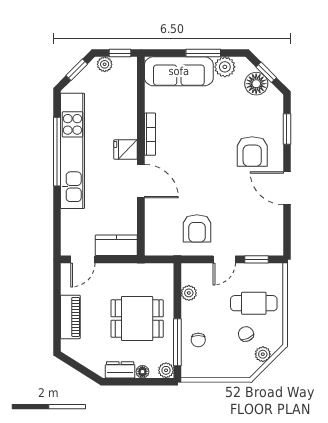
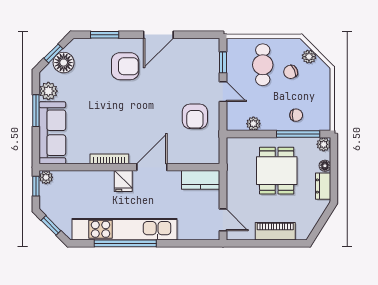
plant: (105, 64) -> (46, 177), moved
armchair: (197, 228) -> (195, 116), turned 90
kitchen counter: (116, 245) -> (201, 180), moved, turned -90

